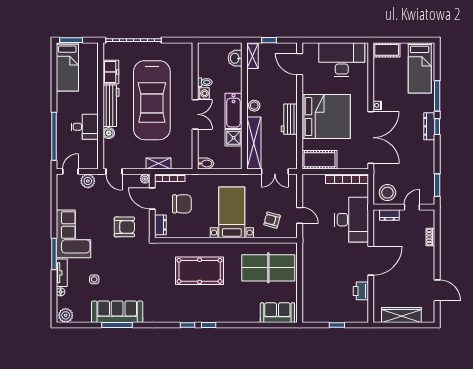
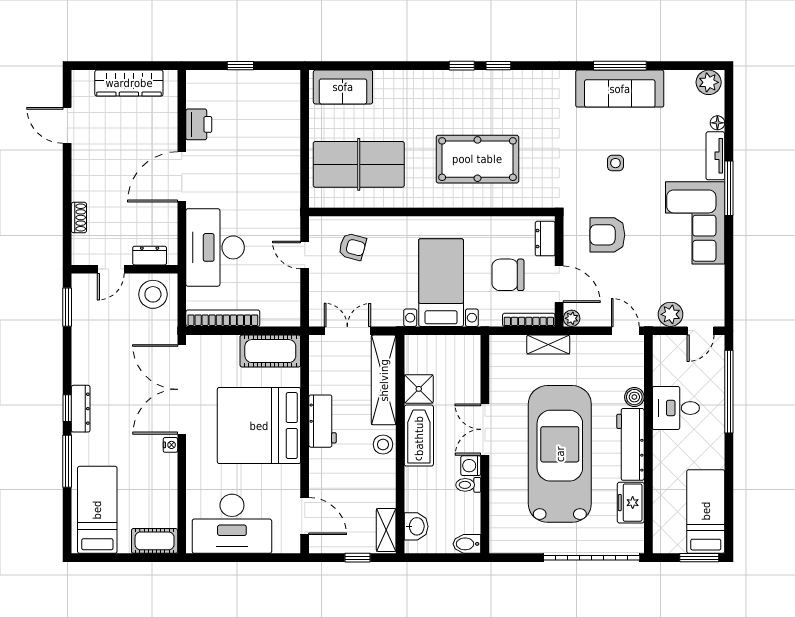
bidet: (206, 164) -> (467, 544), moved
bed with nightstands: (232, 212) -> (441, 283), moved, turned 180
side table: (94, 279) -> (615, 163), moved

